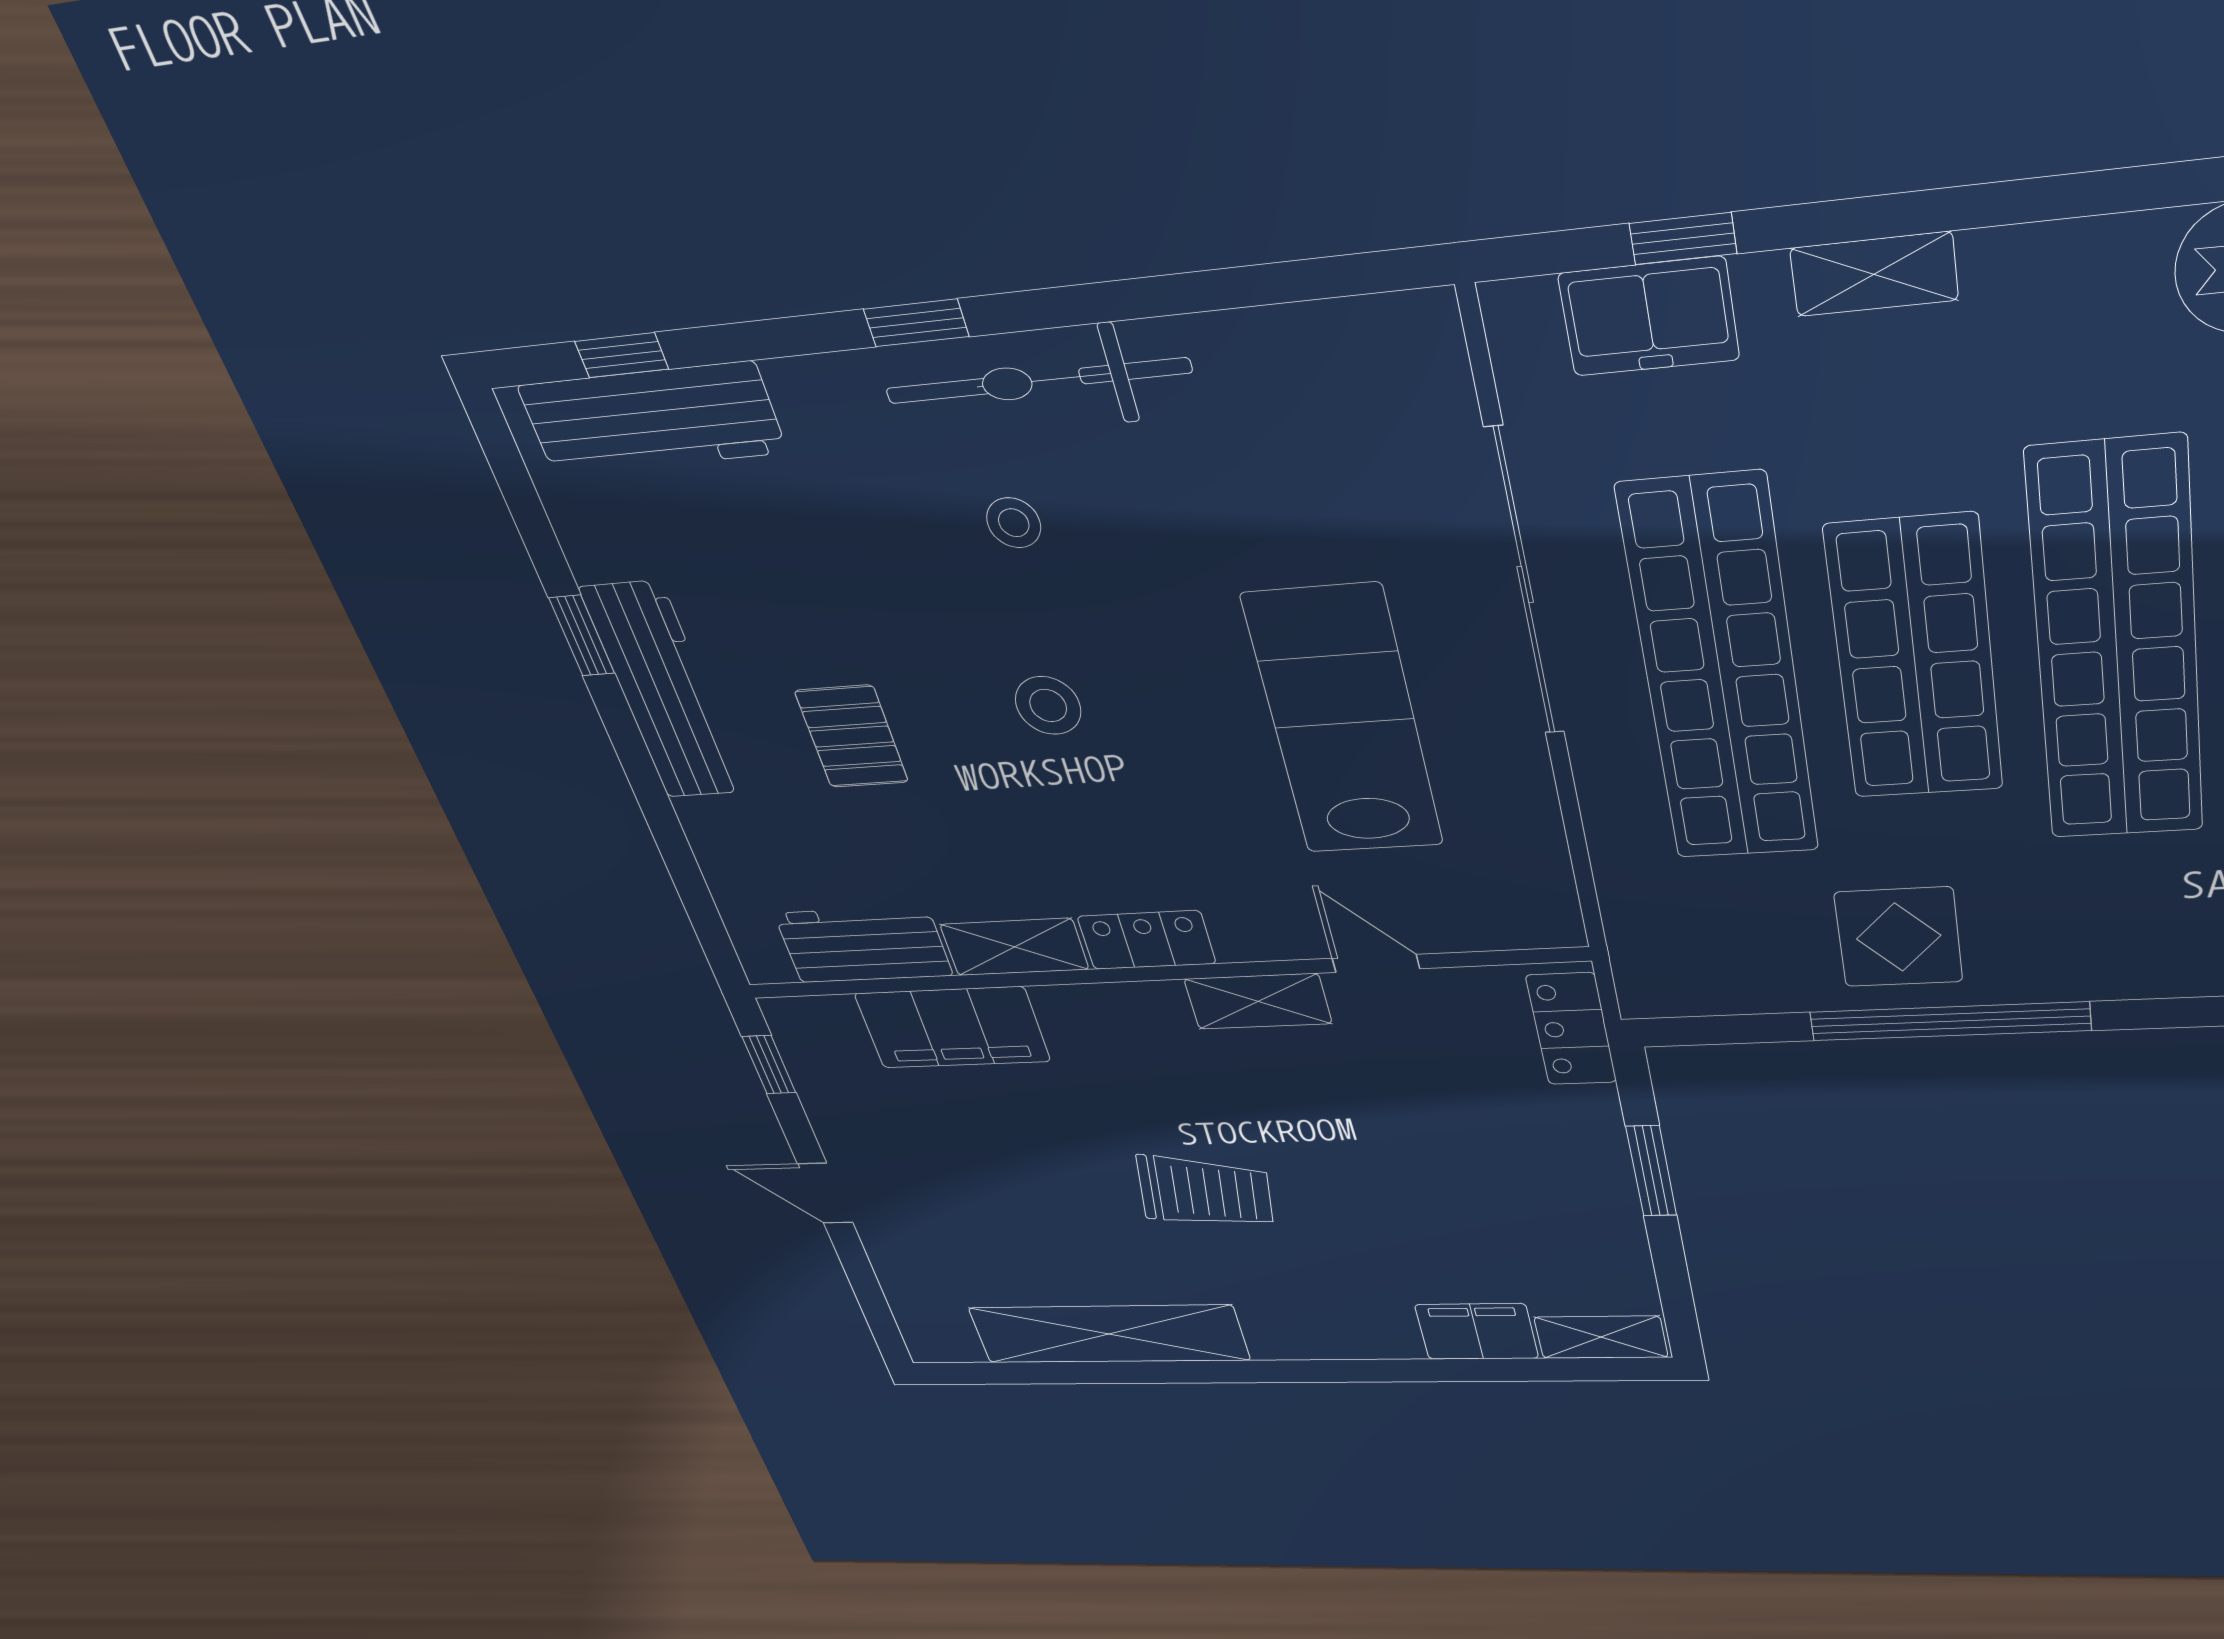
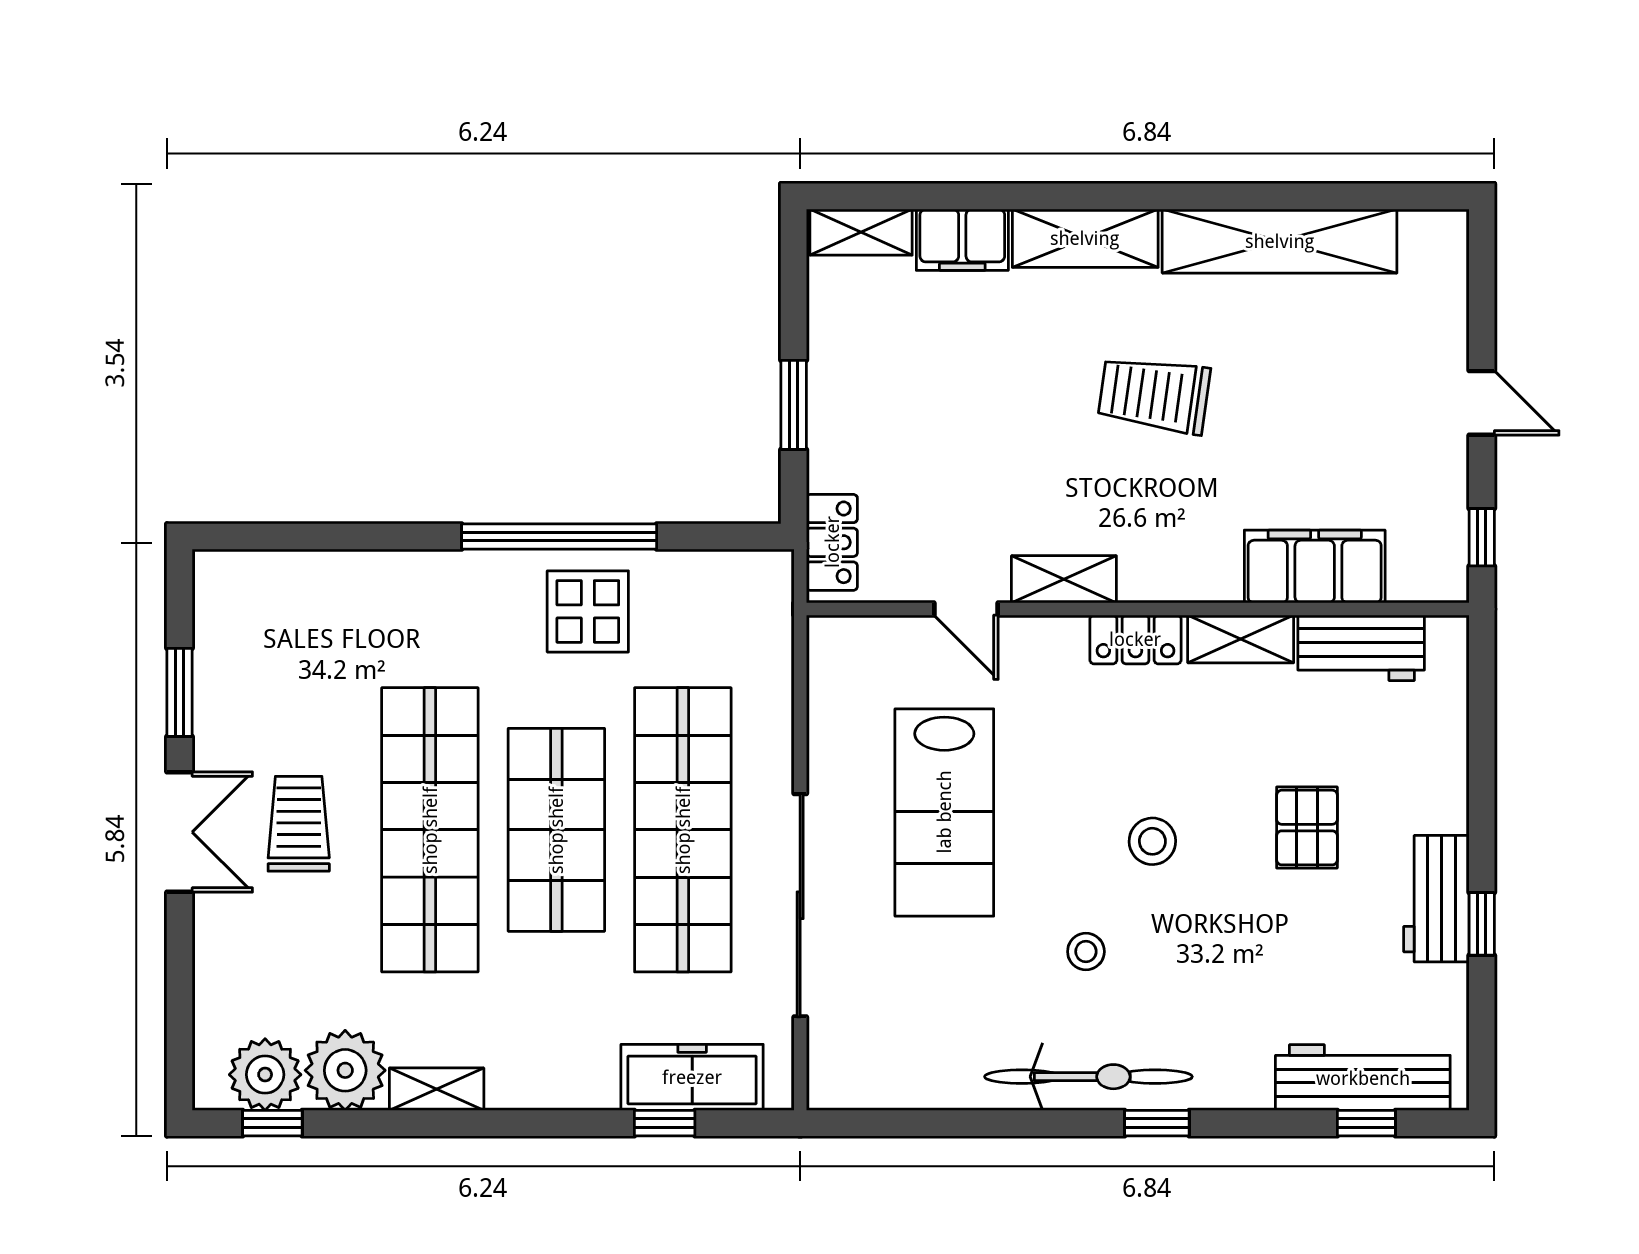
shelving: (1874, 274) -> (437, 1089), moved
freezer: (1649, 317) -> (692, 1077), width x1.40
stool: (1014, 523) -> (1086, 952), moved
workbench: (664, 691) -> (1436, 899), width x0.73
shelving: (1332, 1334) -> (1085, 238), added

